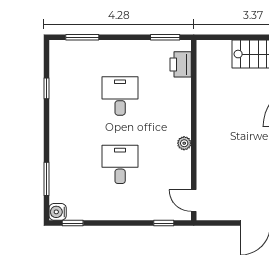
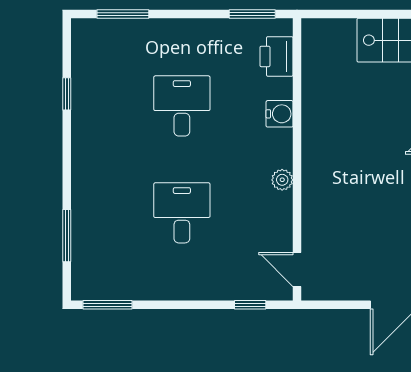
water cooler: (58, 212) -> (280, 114), moved, turned 180
window: (73, 223) -> (107, 305), width x1.50

